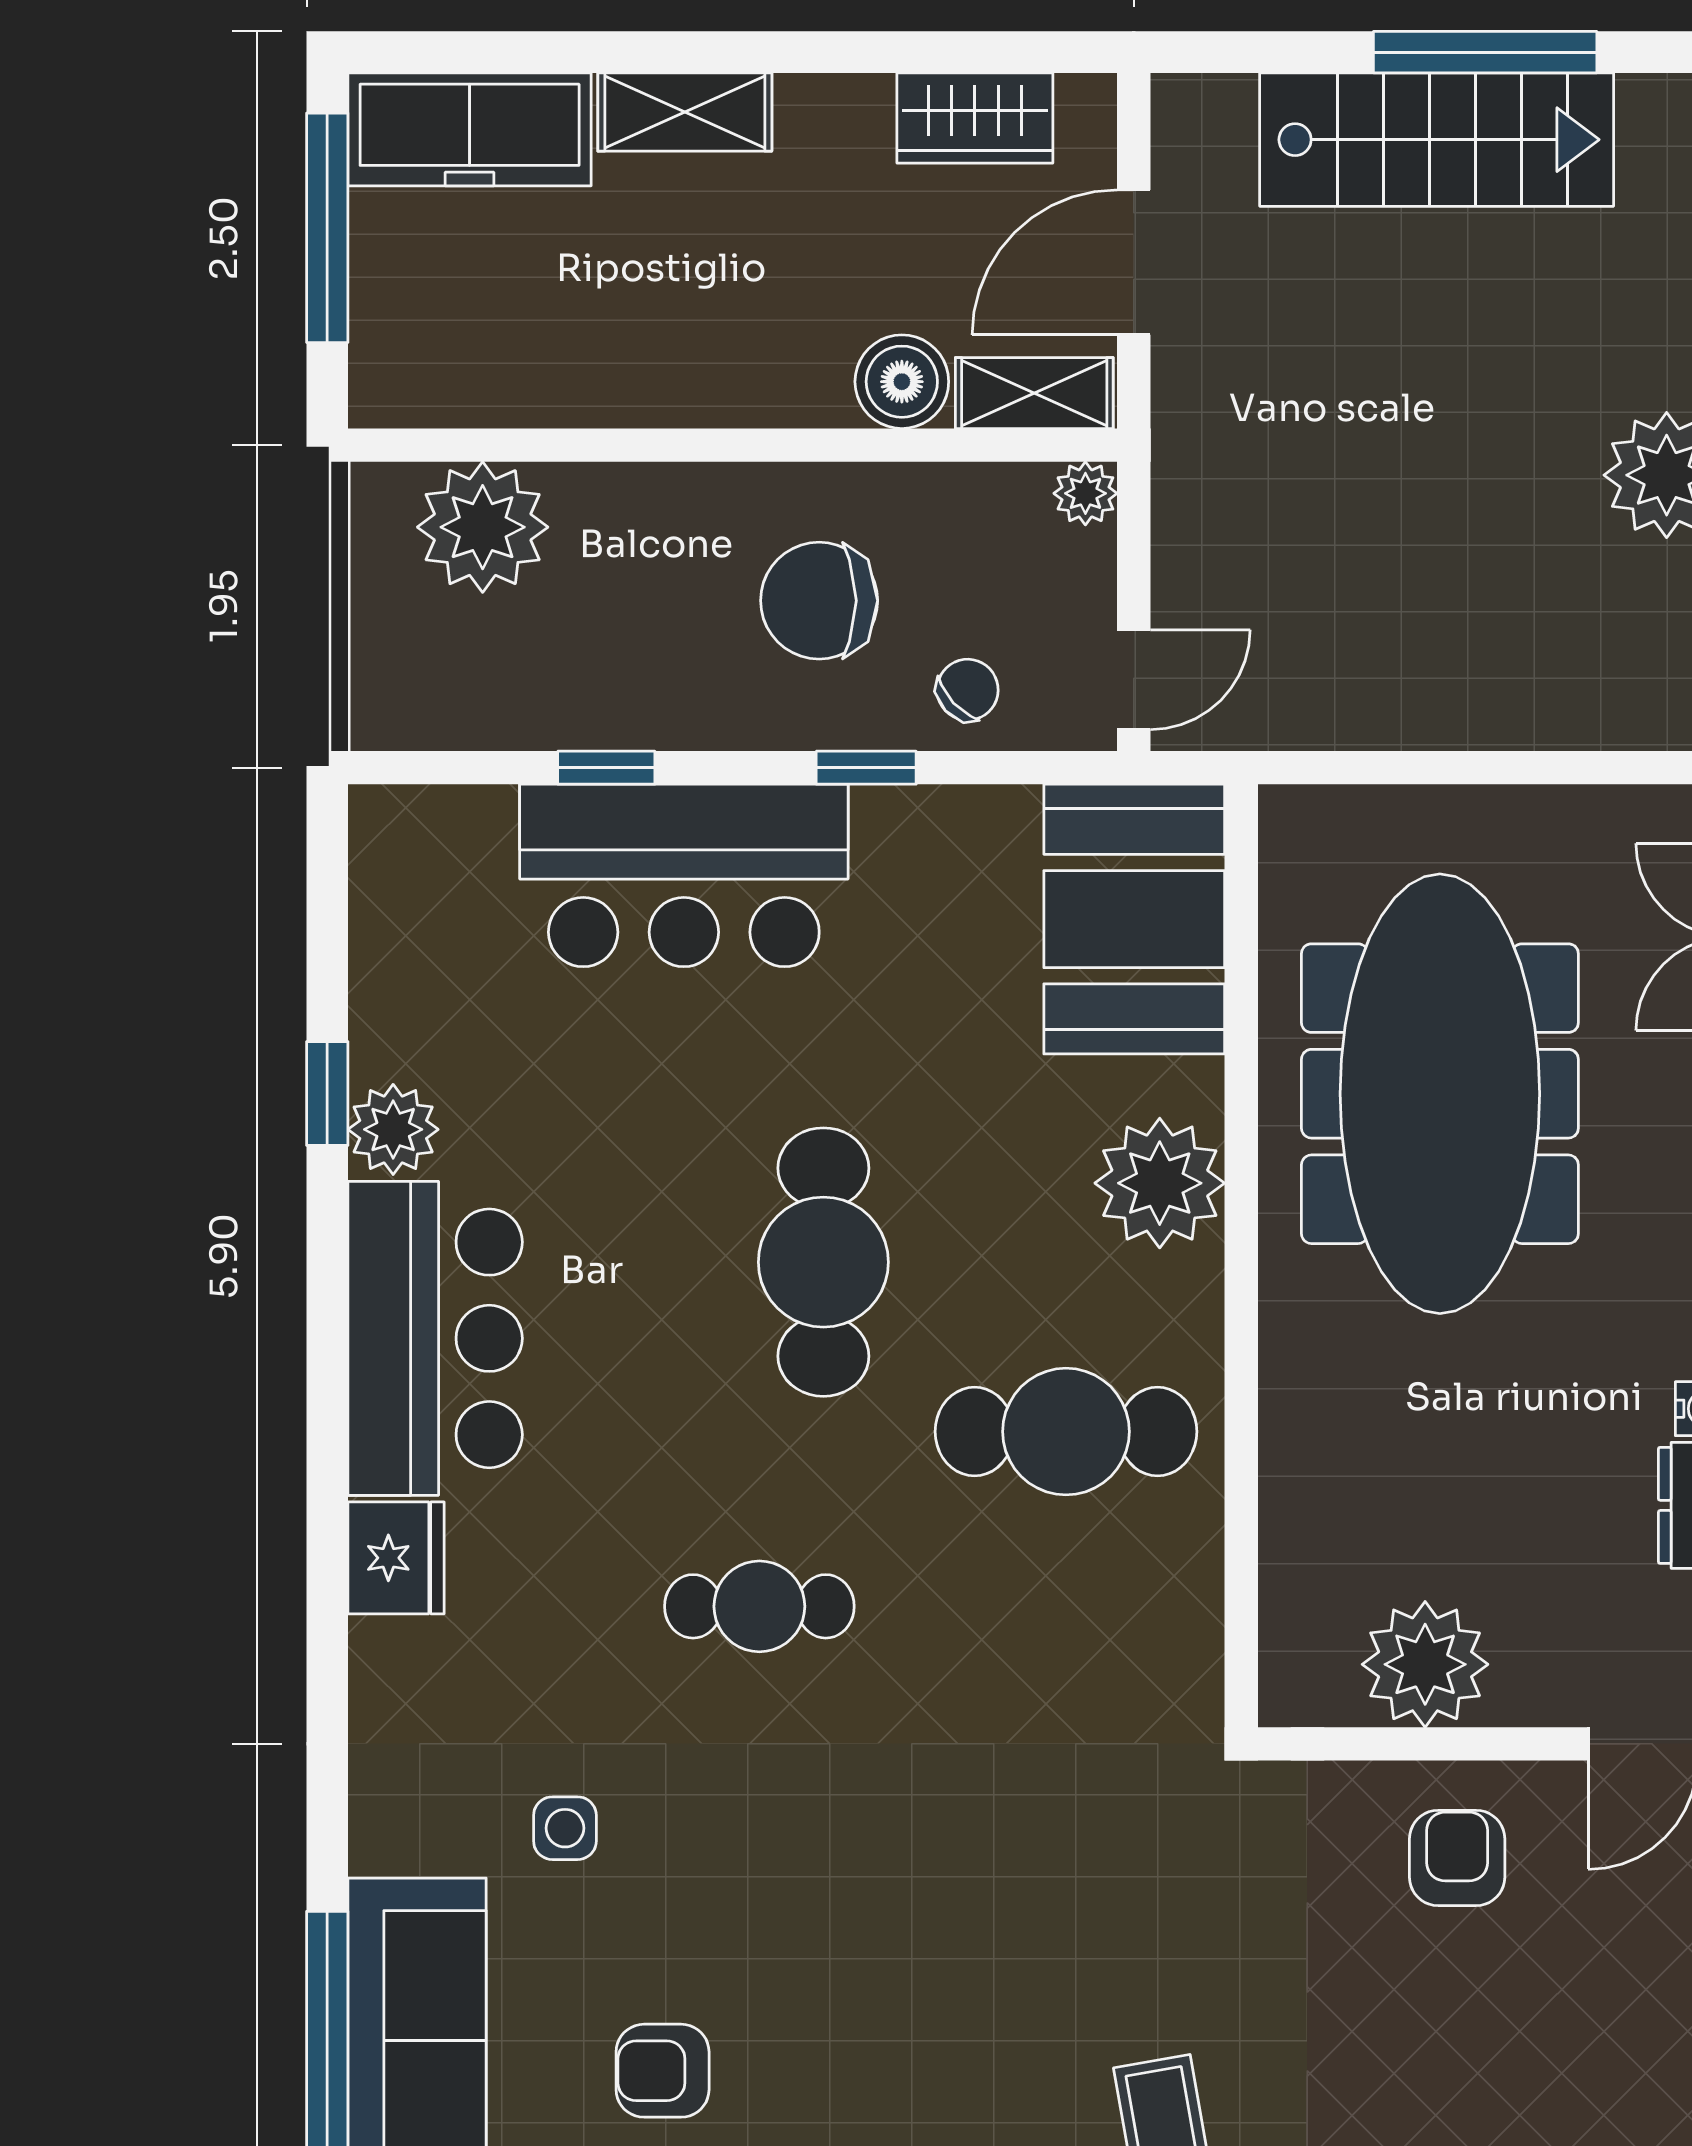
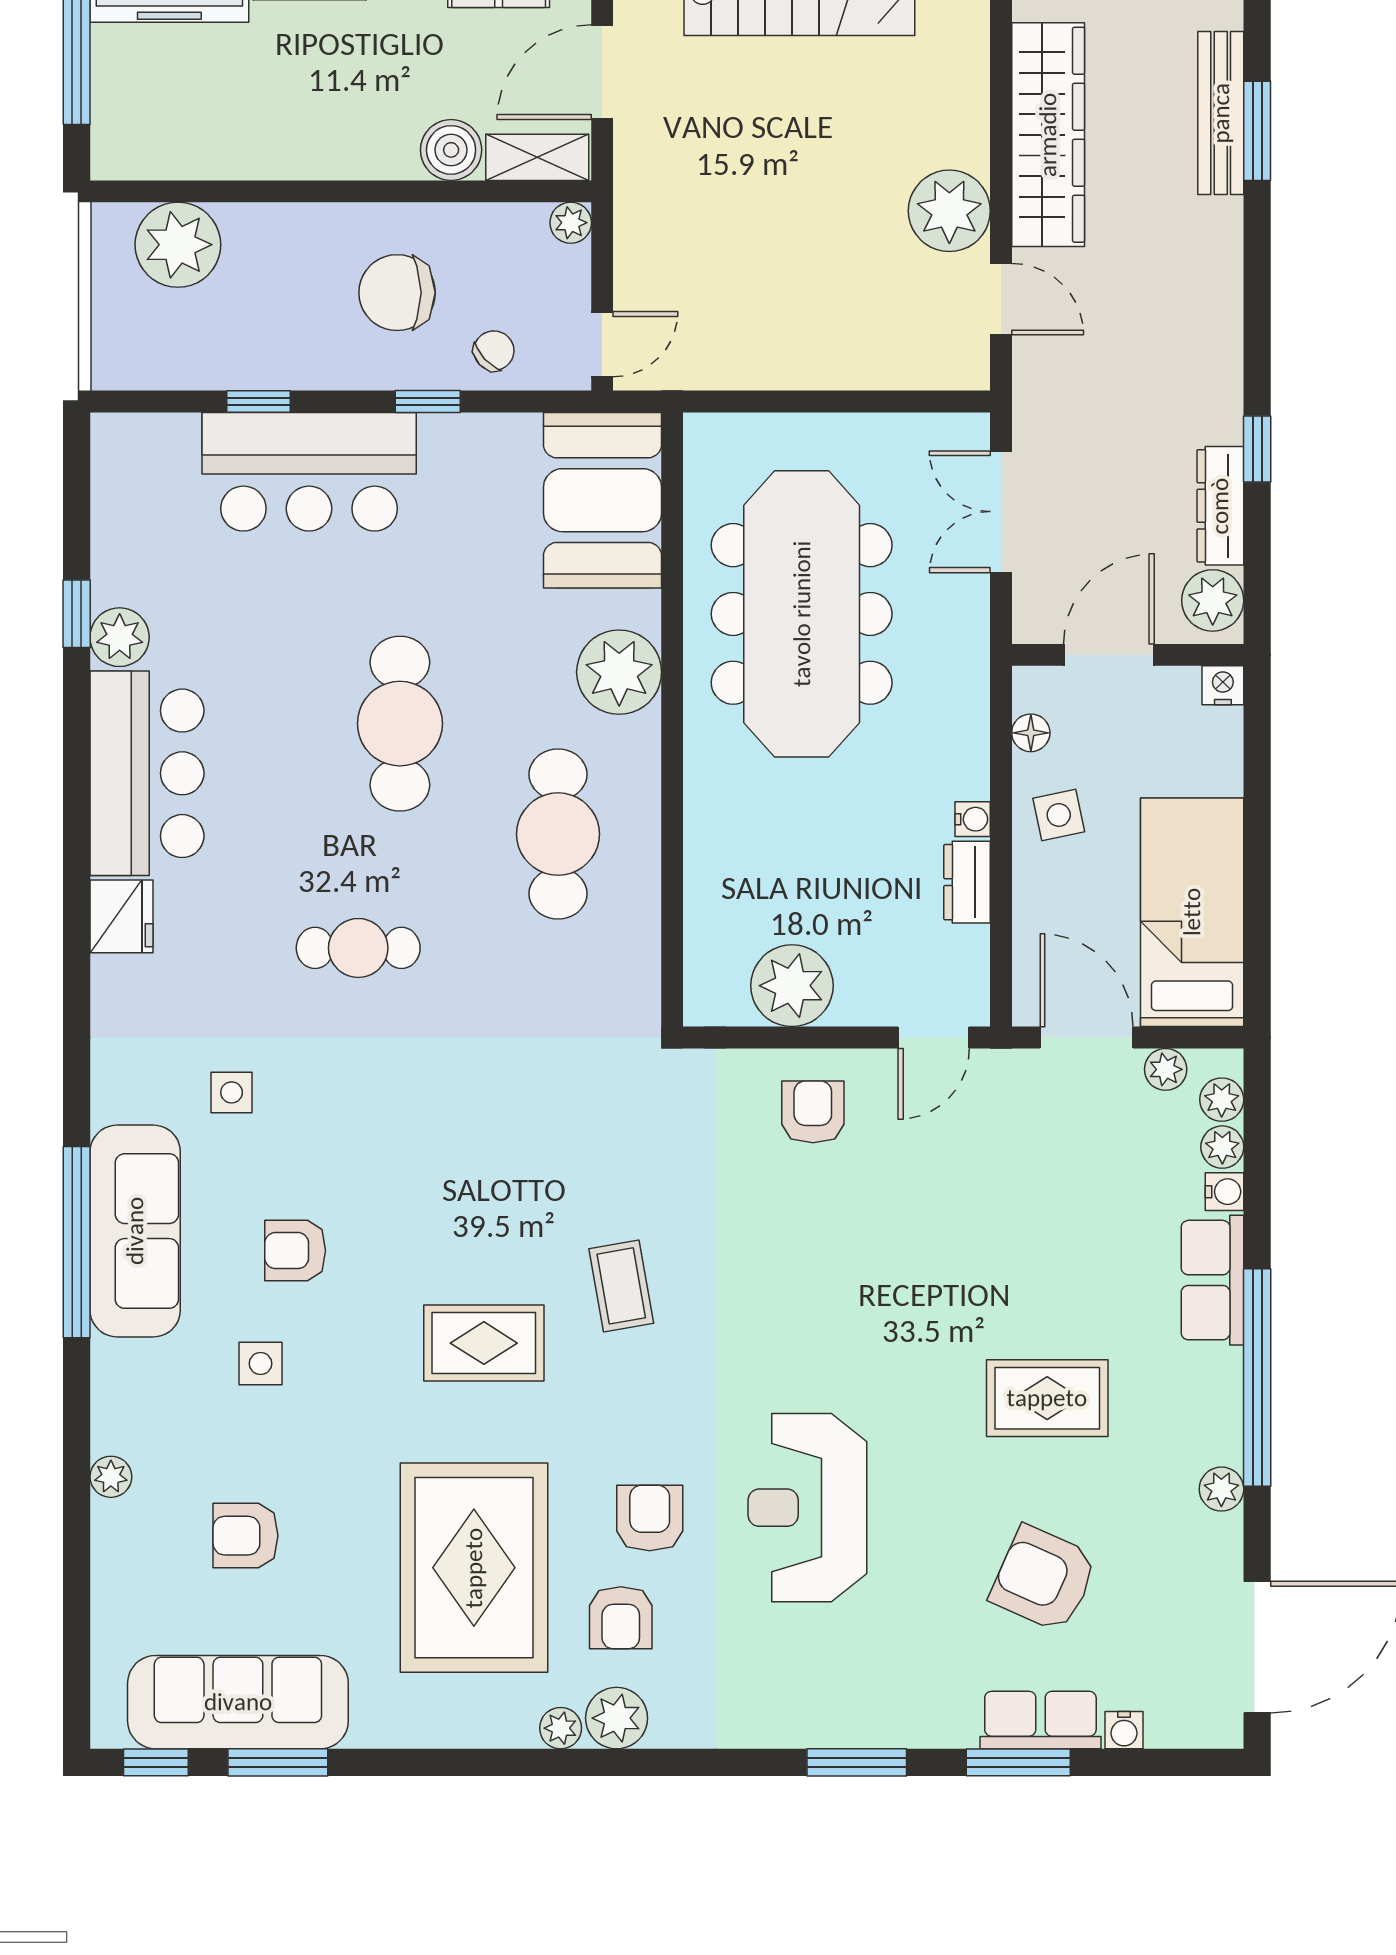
cafe table: (1066, 1432) -> (558, 834), turned 90

